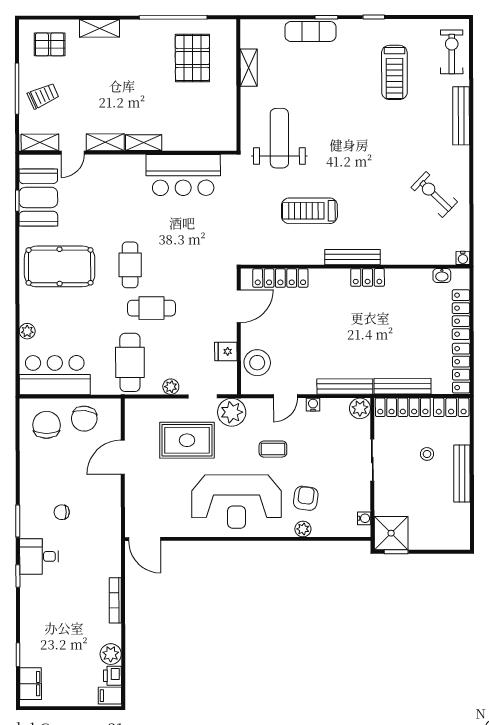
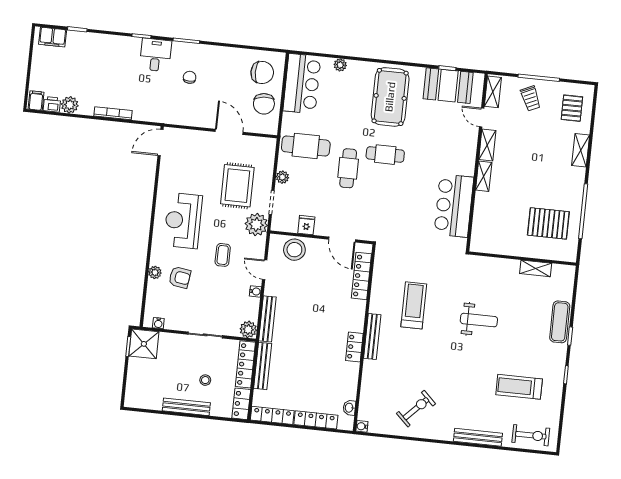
weight bench: (279, 138) -> (479, 320), moved, width x0.73, depth x0.75
chair: (84, 419) -> (264, 104), turned -103
reception desk: (236, 502) -> (183, 221), width x0.74, depth x0.77

